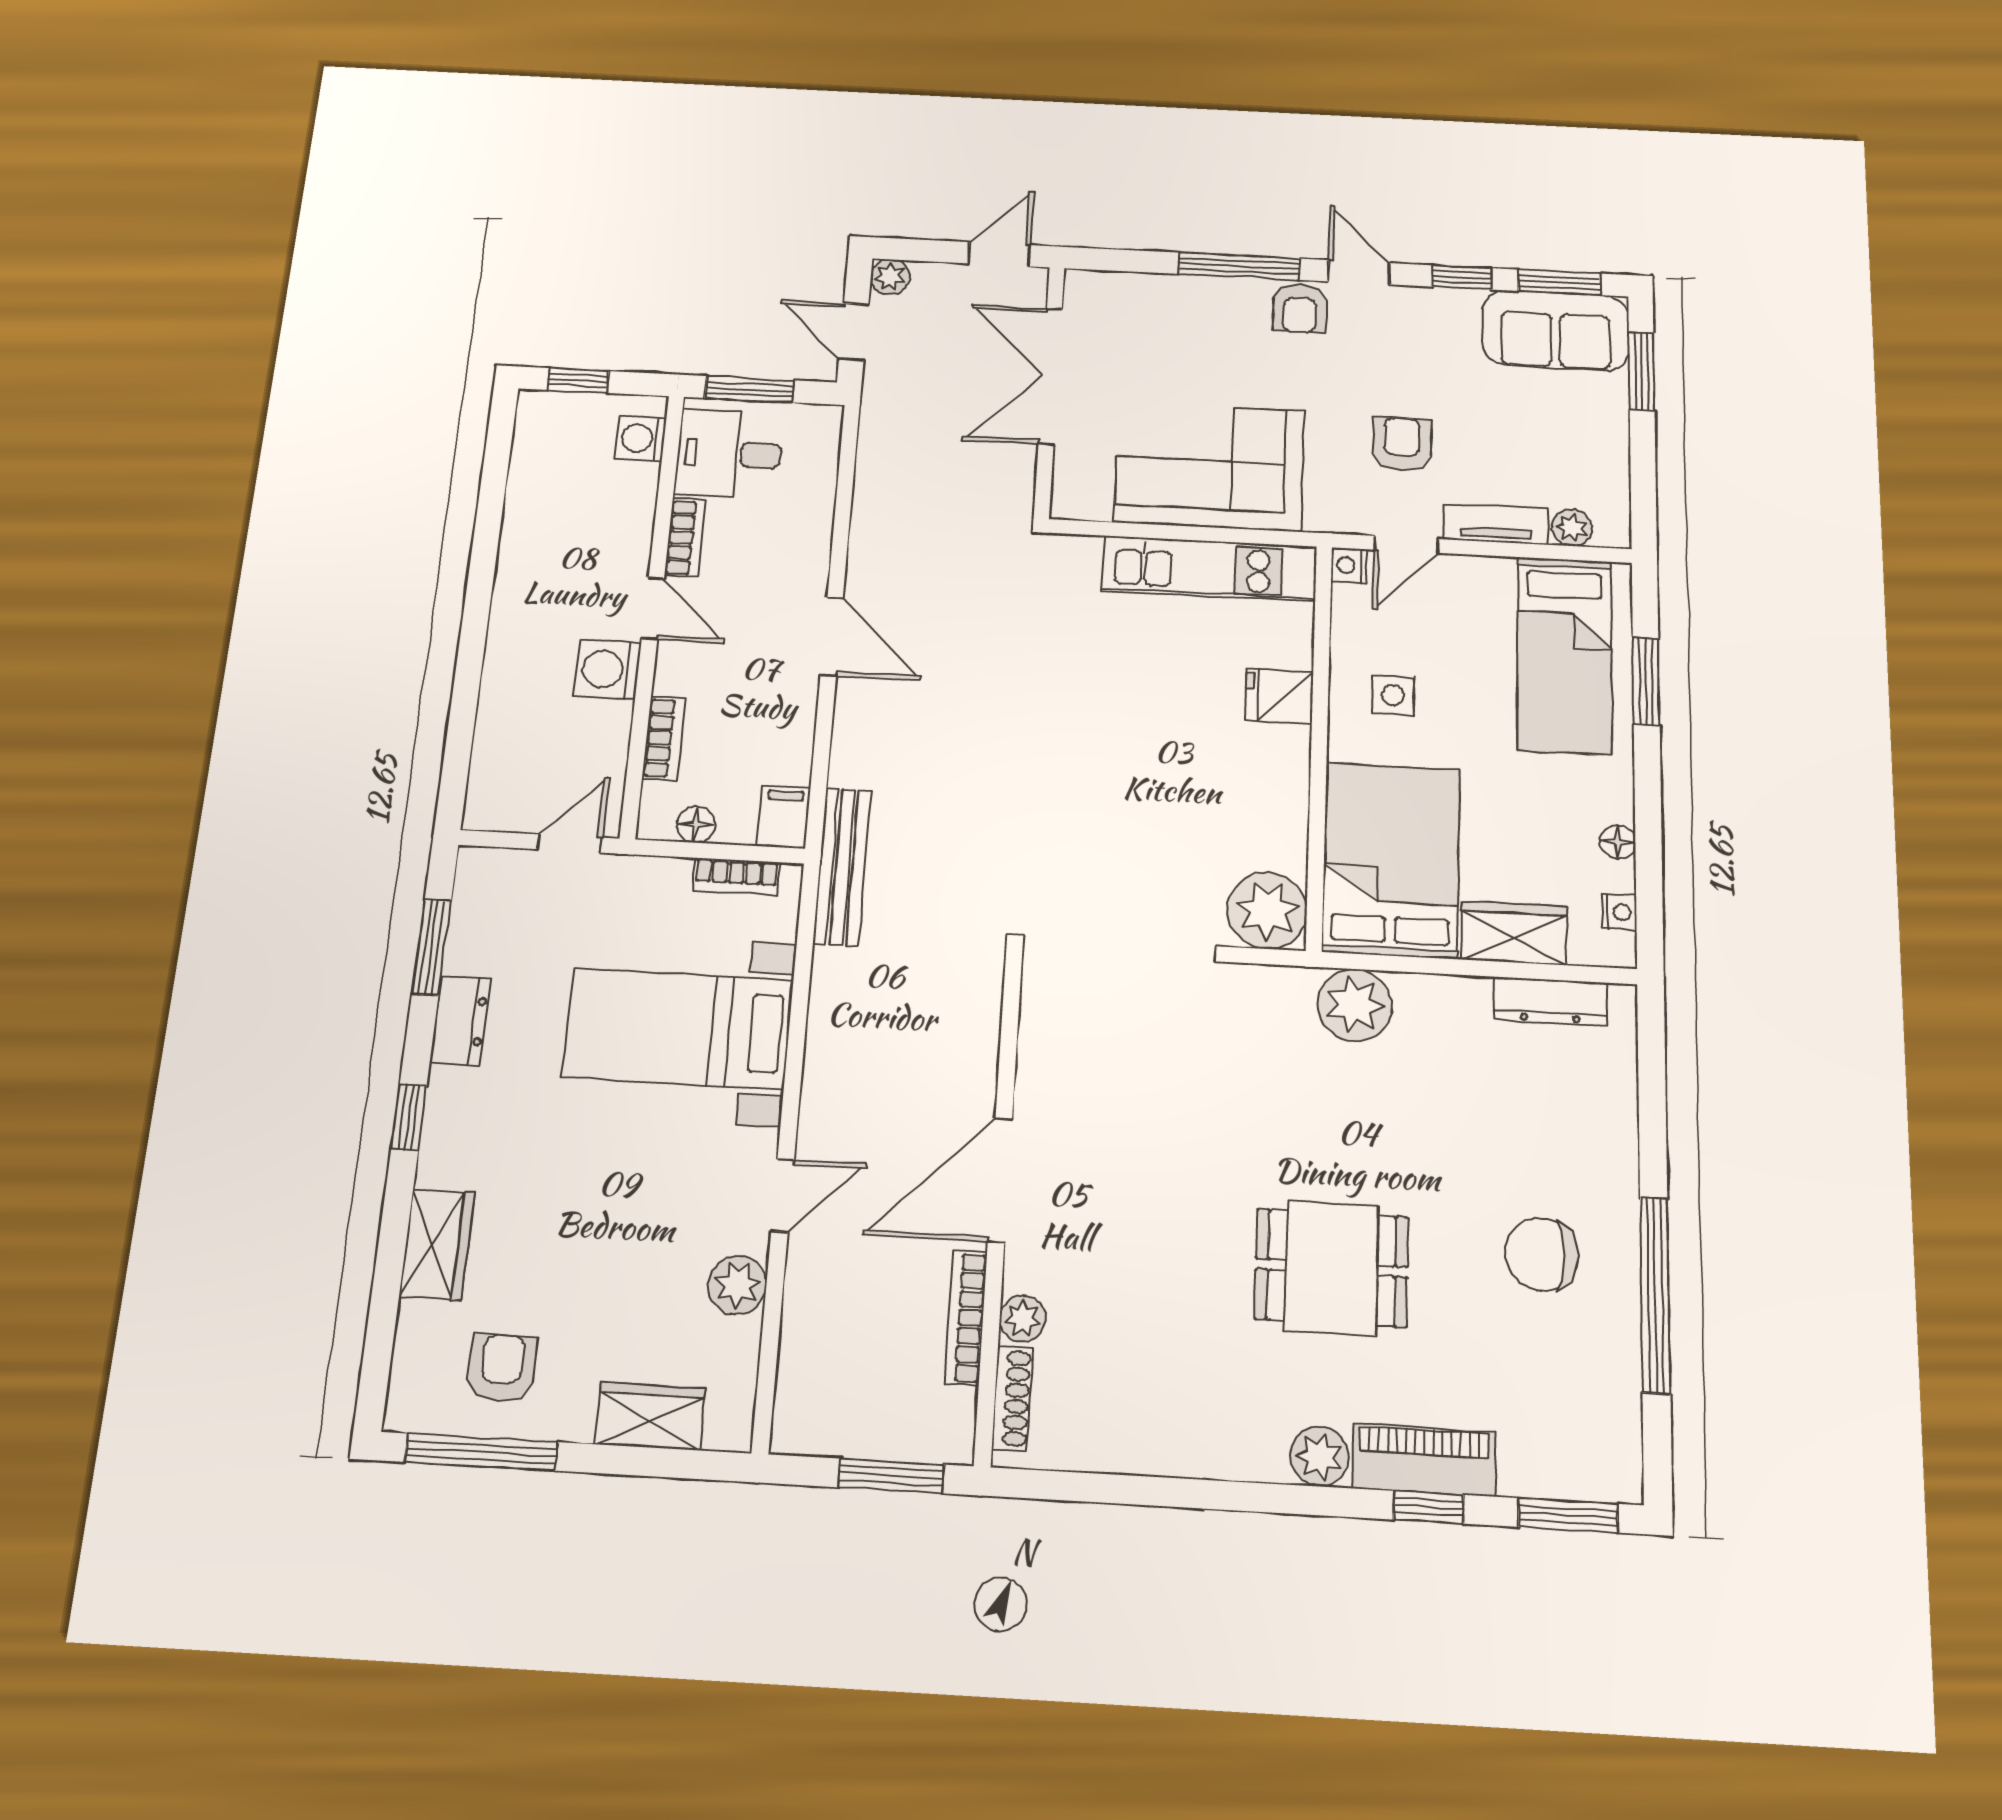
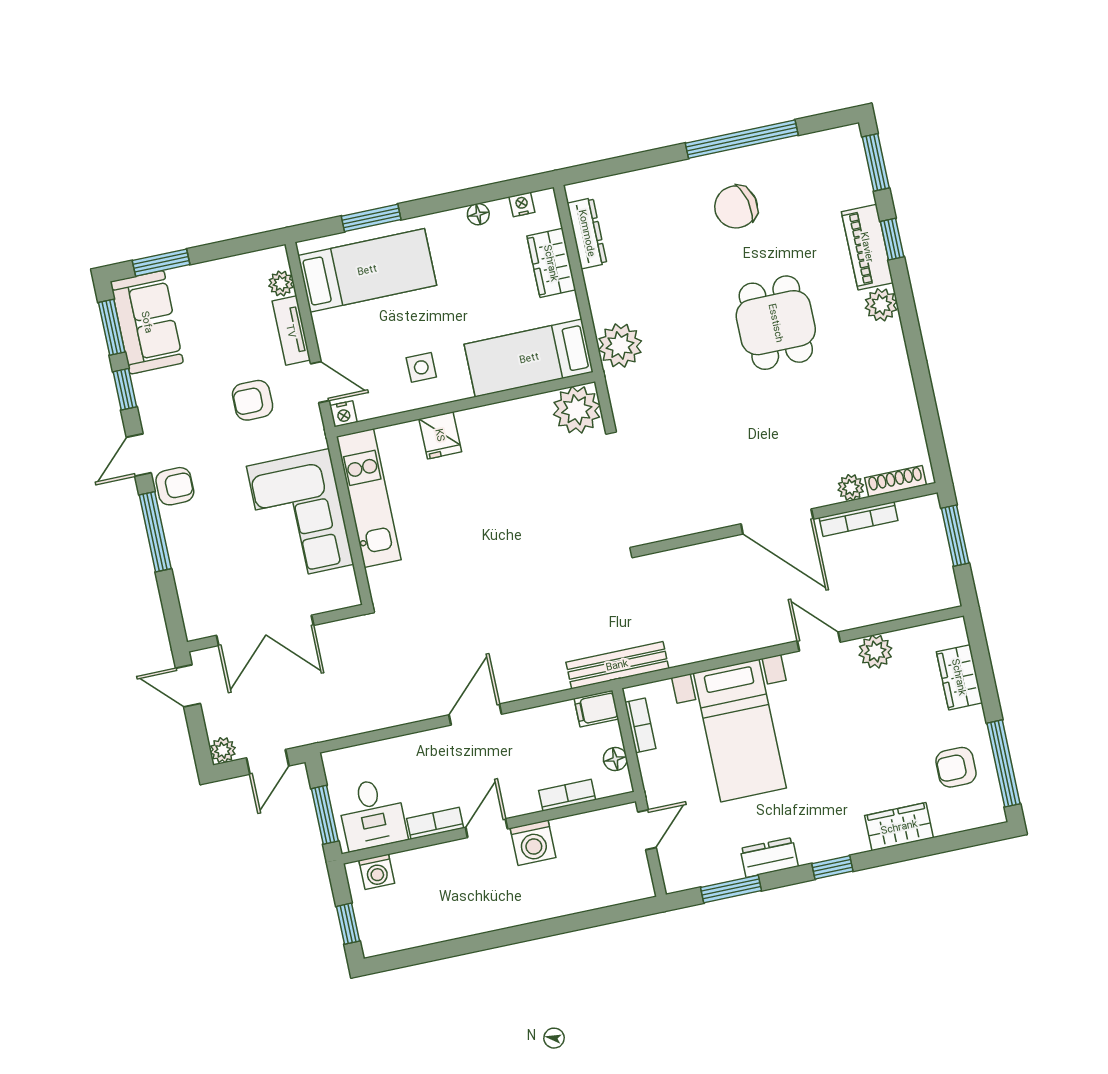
door: (569, 843) -> (647, 830), swing flipped
bed: (1391, 860) -> (529, 358), width x0.67
chair: (1542, 1254) -> (736, 207), turned 77

